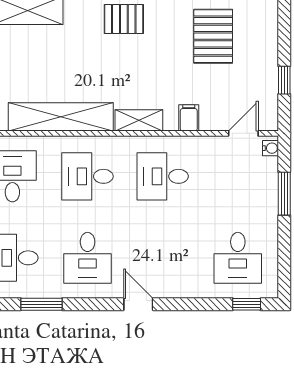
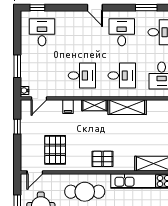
shelving: (61, 117) -> (127, 107), width x0.68

